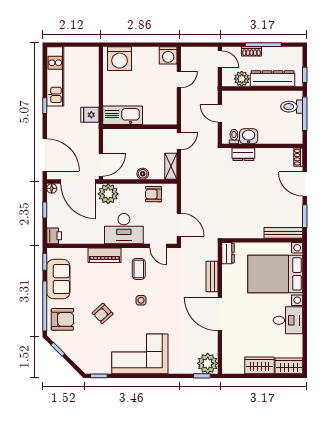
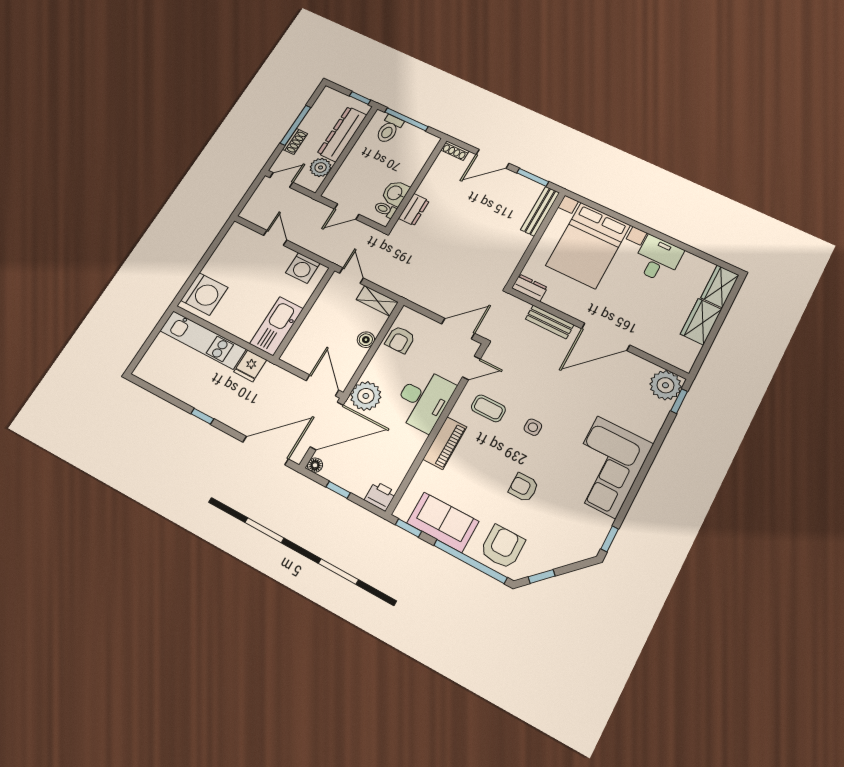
washing machine: (168, 55) -> (303, 268), moved, turned 90
kitchen unit: (55, 76) -> (203, 340), moved, turned 180
armchair: (103, 313) -> (523, 487), turned 133

